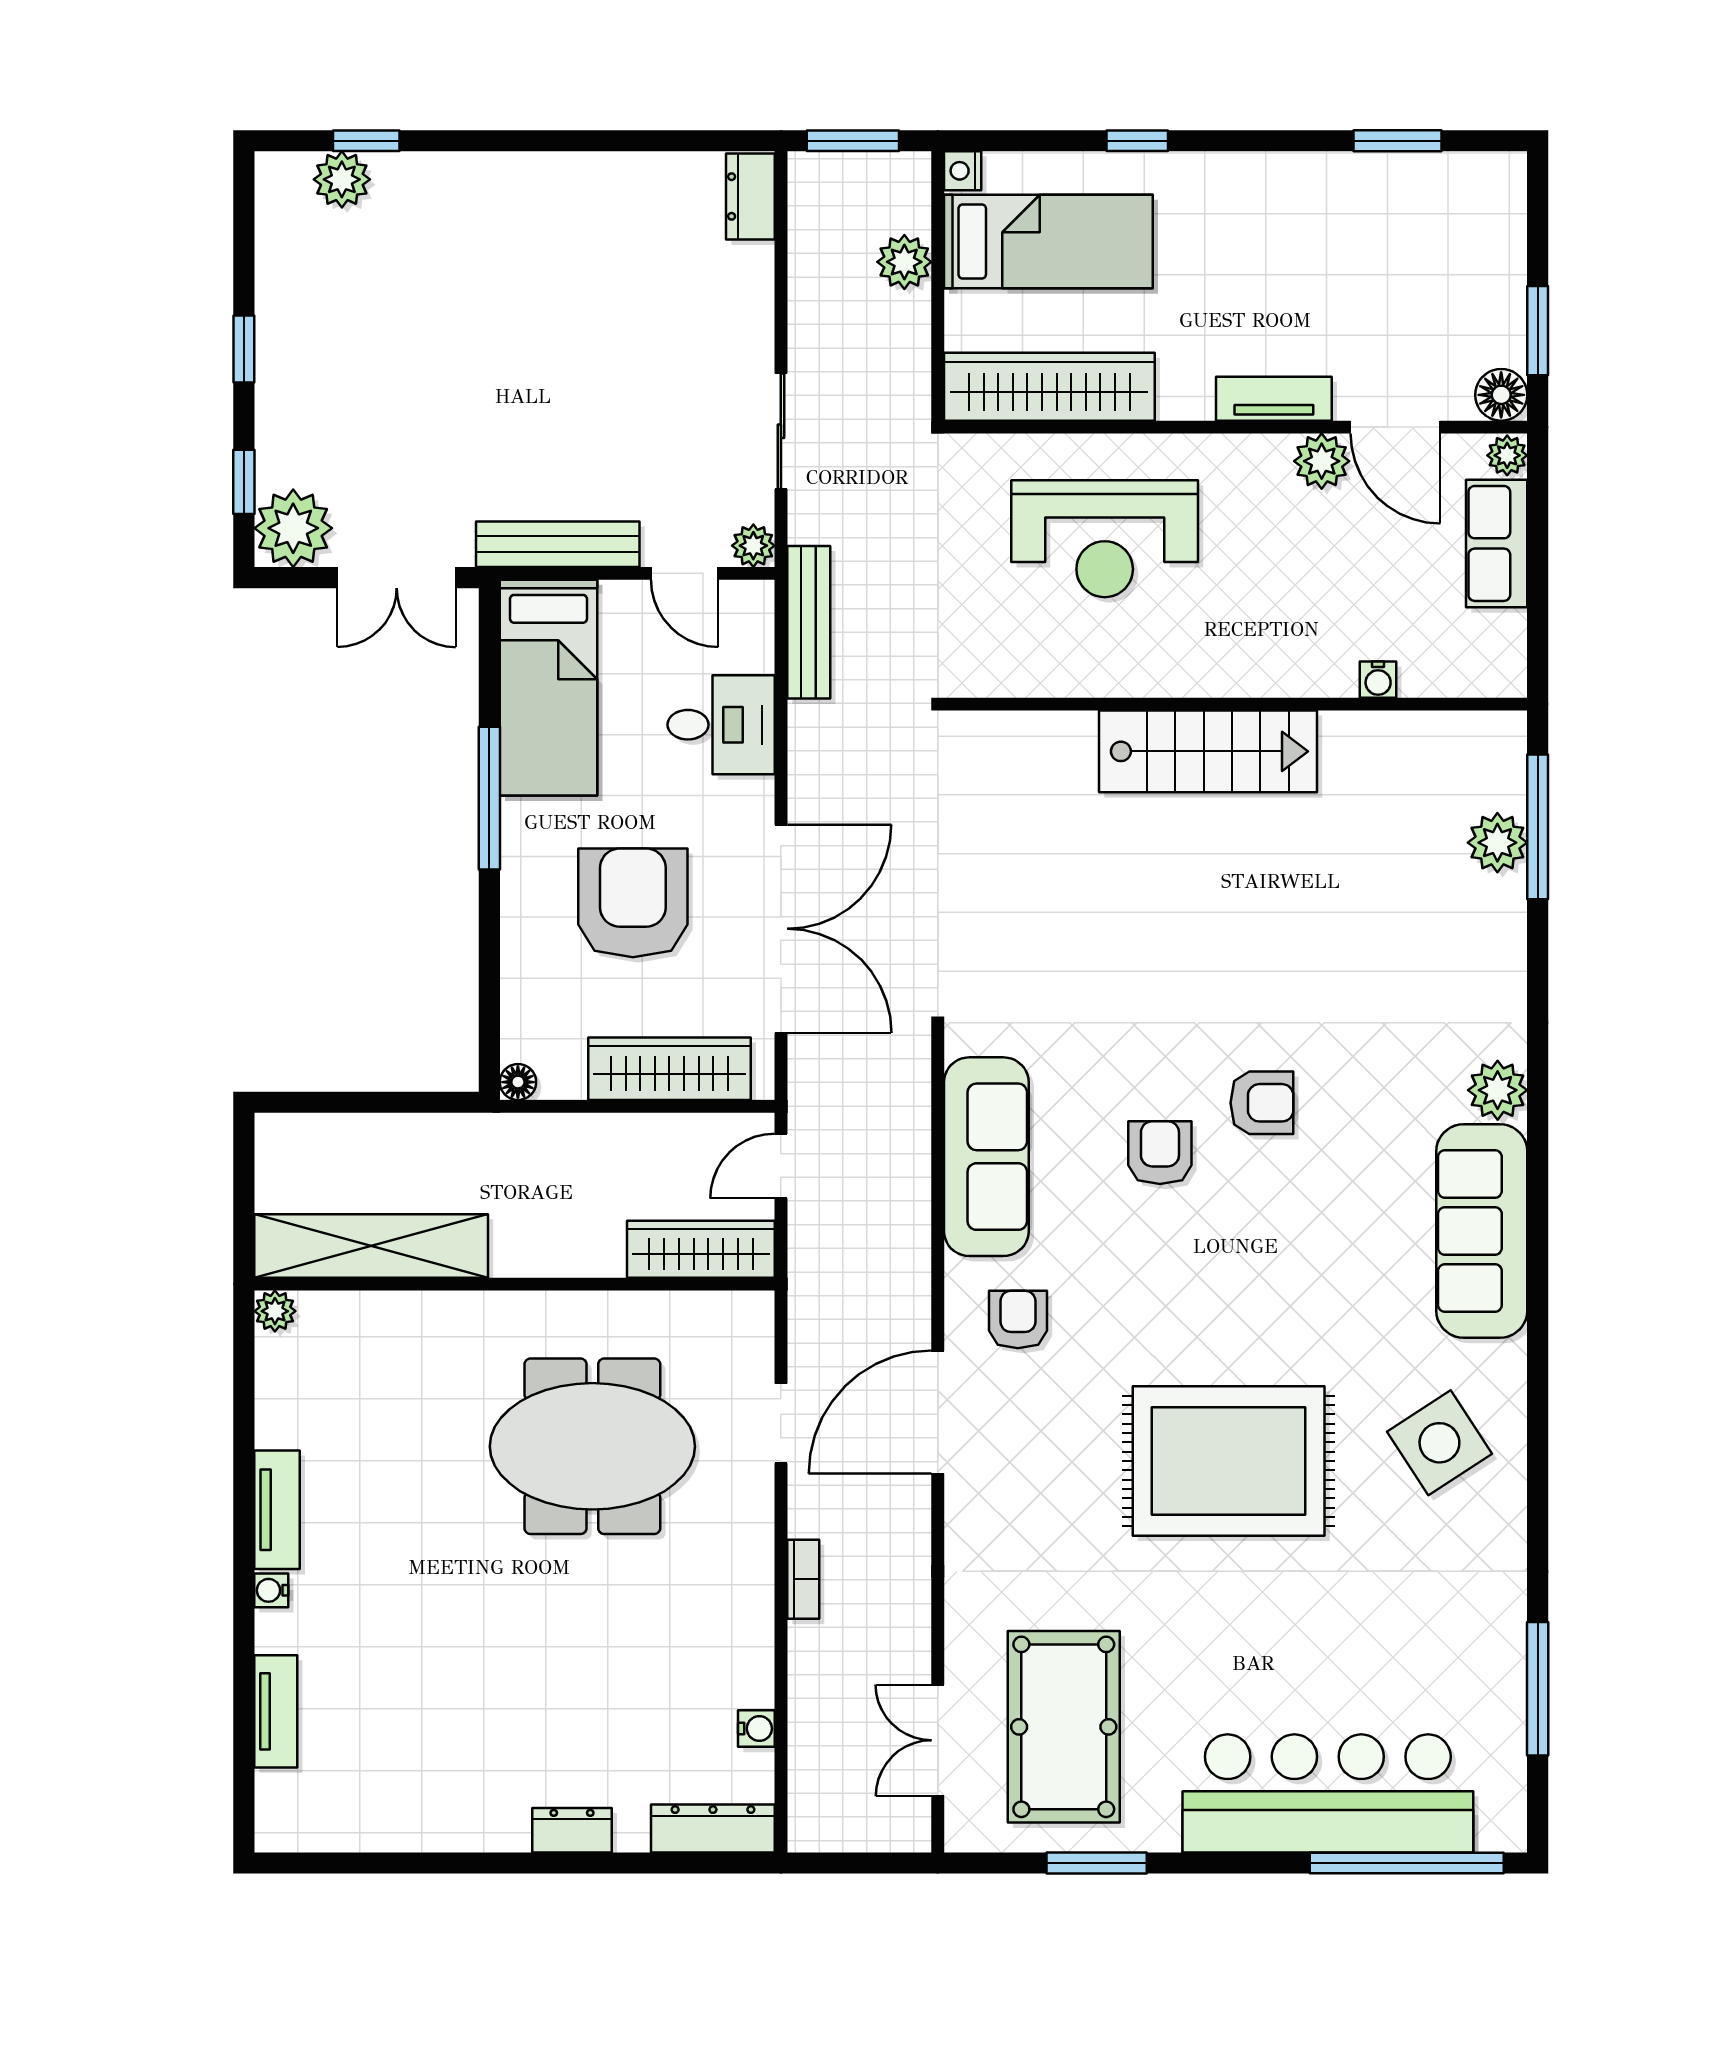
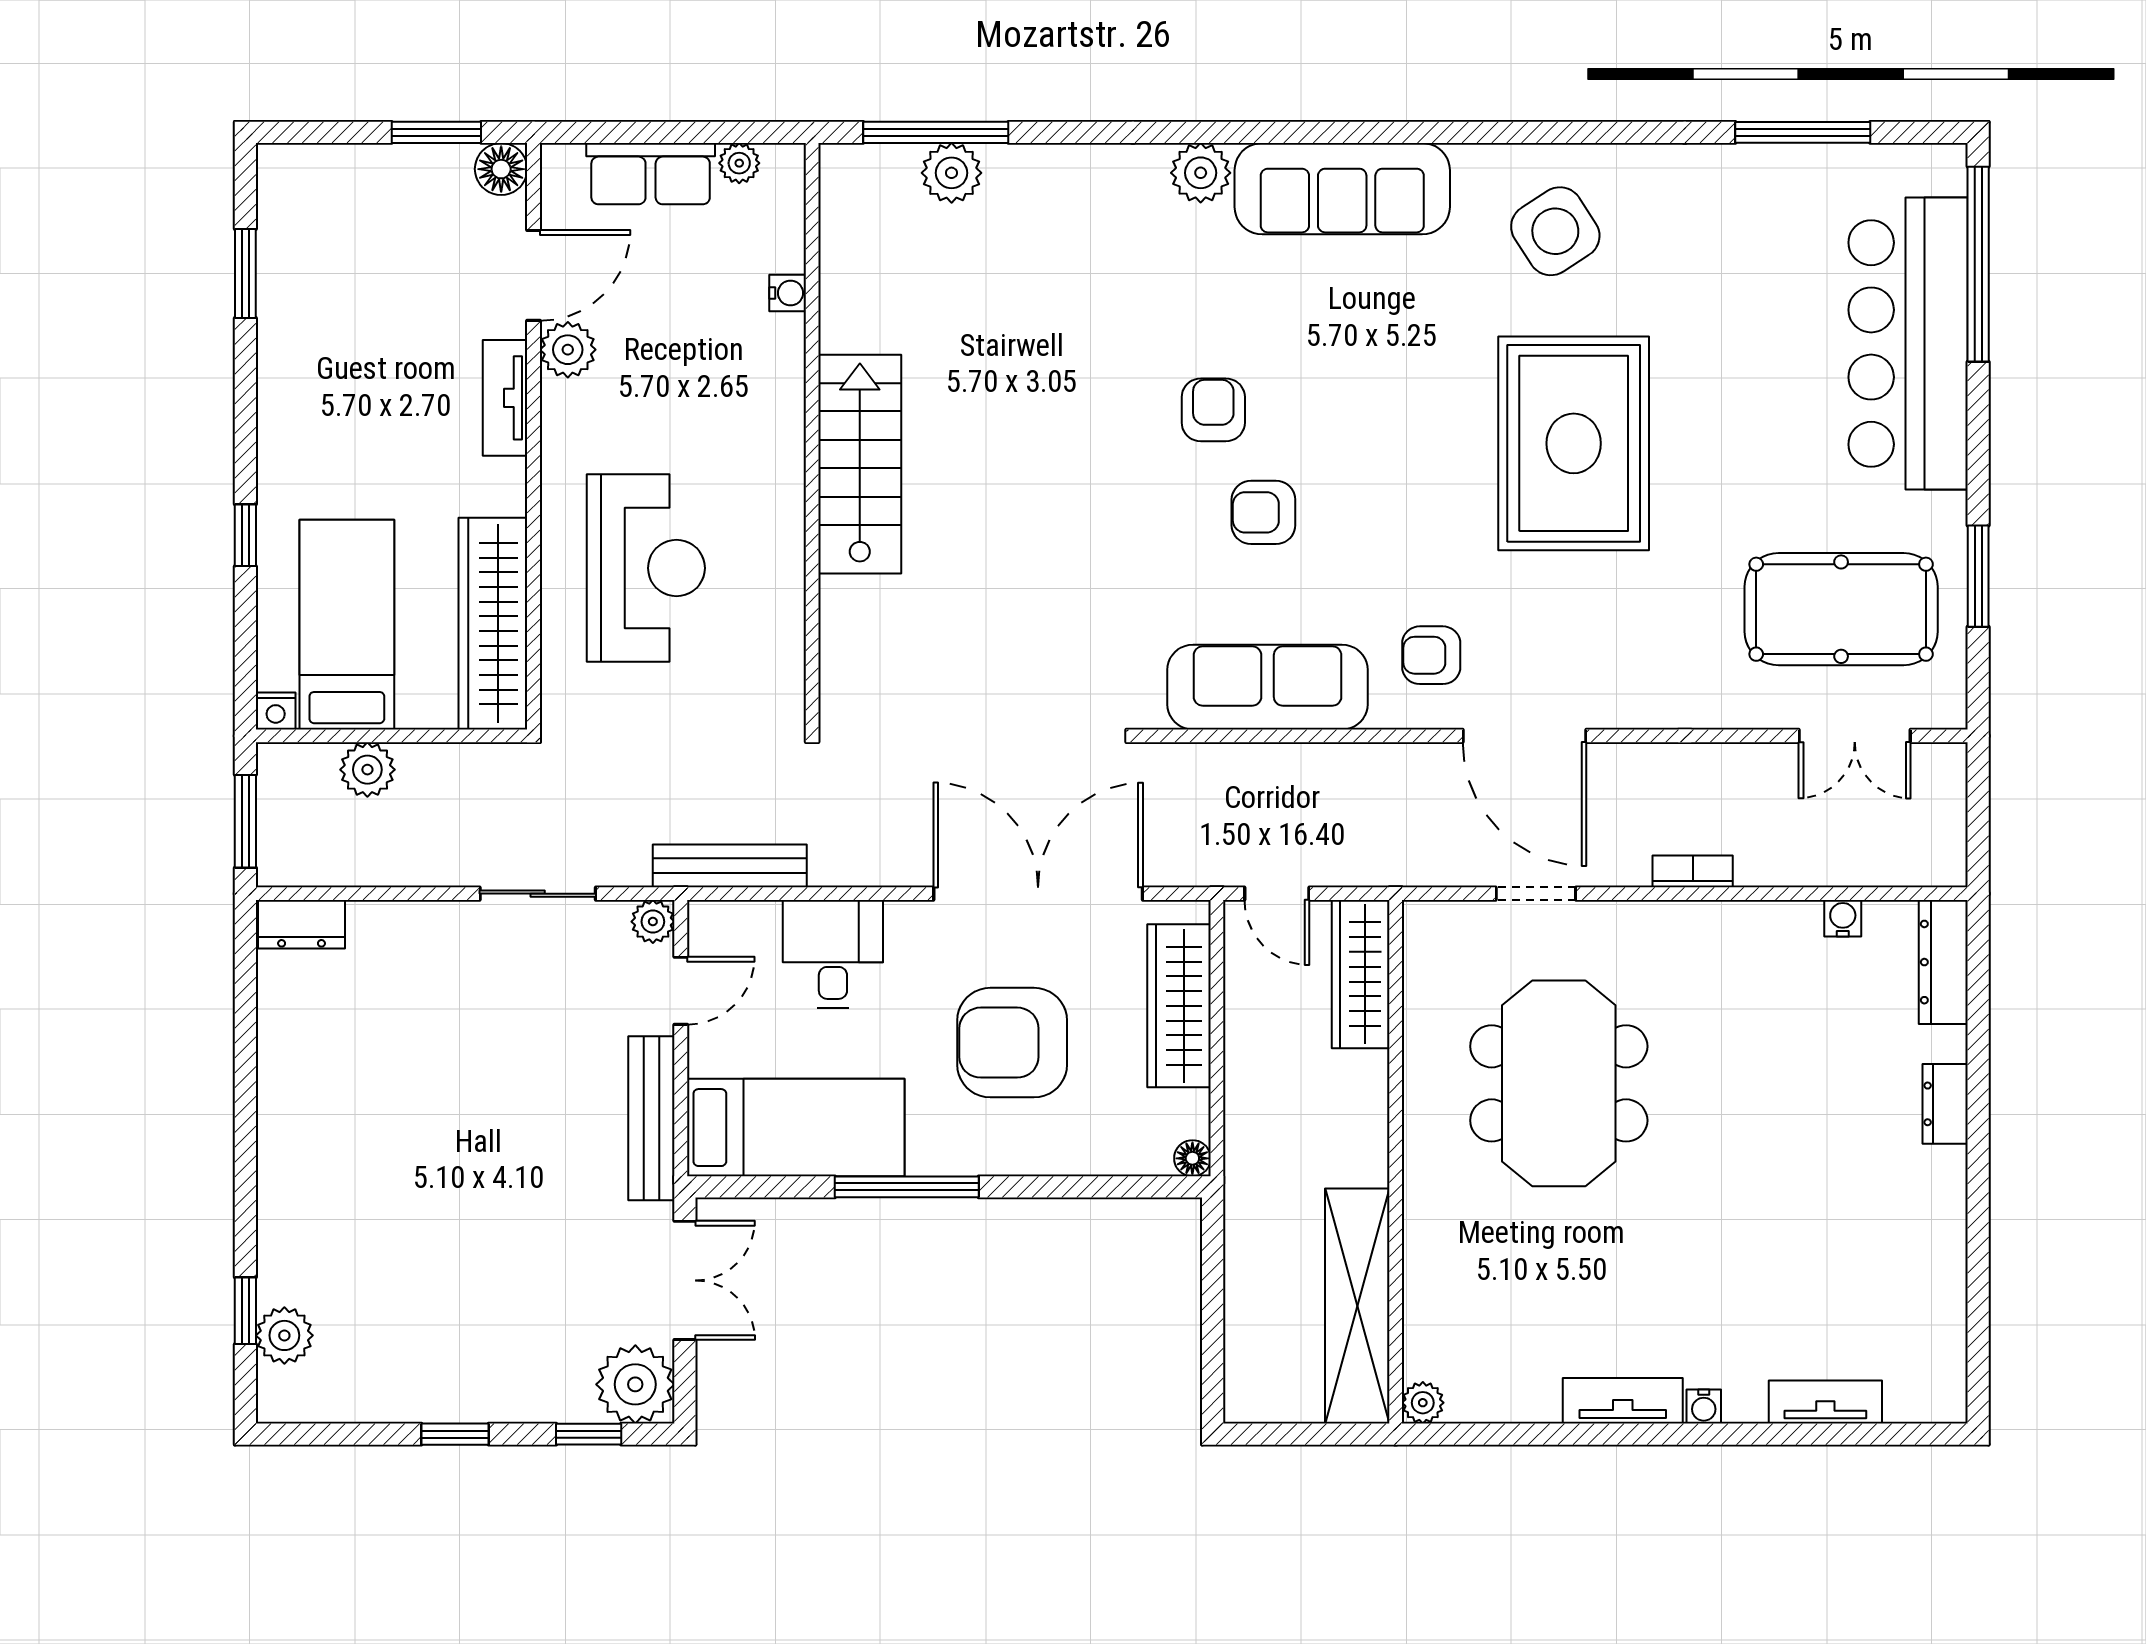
plant: (1507, 455) -> (739, 163), moved

